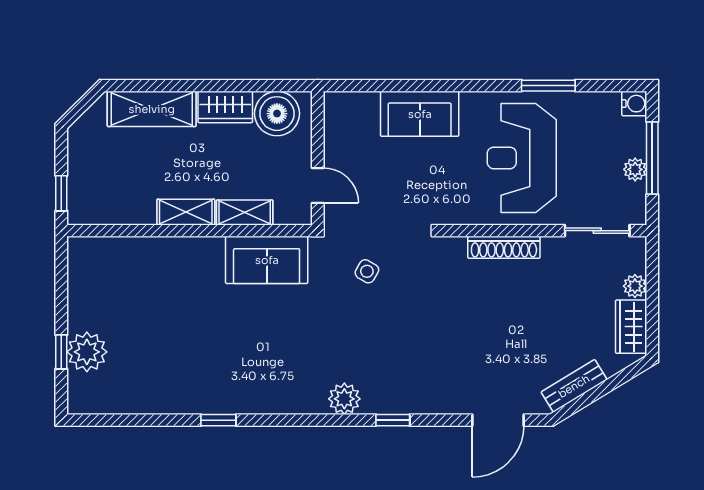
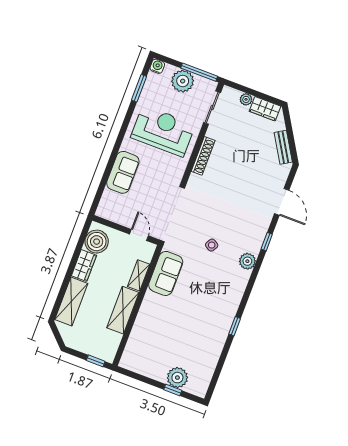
window: (548, 86) -> (139, 88), moved
reception desk: (522, 158) -> (163, 131), turned 180
window: (652, 158) -> (199, 72), moved
plant: (635, 169) -> (183, 81), width x1.87, depth x1.87
door: (318, 185) -> (139, 235), hinge flipped
shelving: (186, 212) -> (123, 310), width x1.50, depth x1.33
side table: (367, 271) -> (212, 245), moved
door: (498, 420) -> (282, 202), moved

